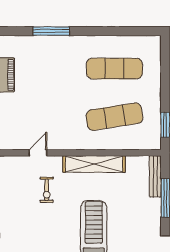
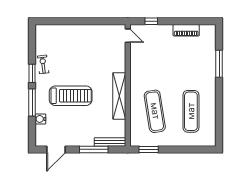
door: (38, 153) -> (128, 36), moved
exercise bike: (47, 190) -> (100, 60), removed

